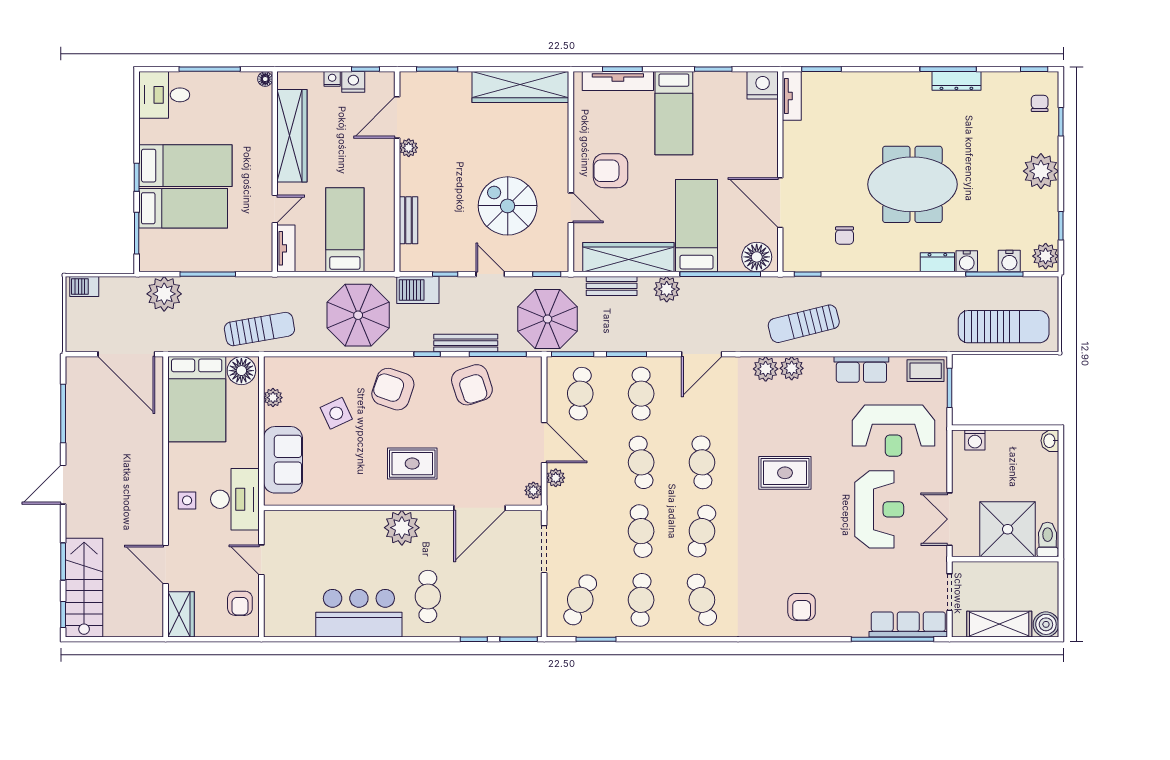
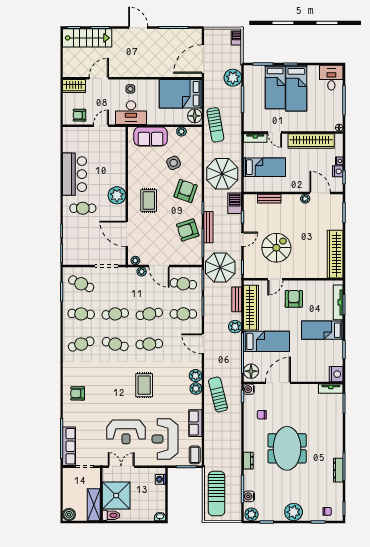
water cooler: (967, 261) -> (249, 389), moved
door: (544, 443) -> (159, 266), hinge flipped
shelving: (999, 624) -> (94, 505), moved

